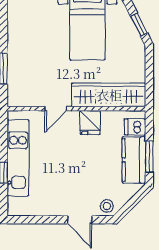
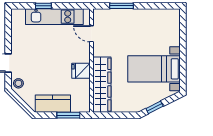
door: (56, 109) -> (91, 34), moved
dishwasher: (135, 127) -> (78, 104), removed
window: (149, 156) -> (68, 115), moved

